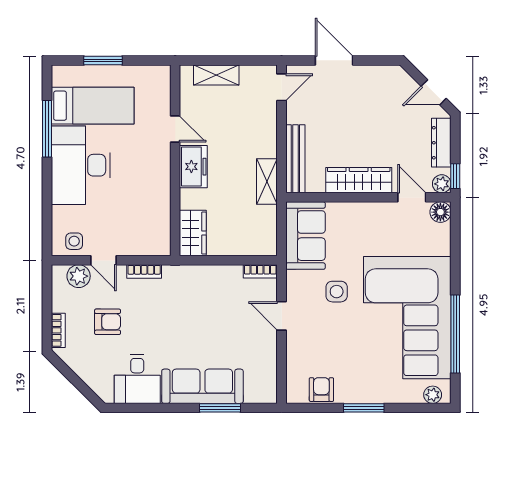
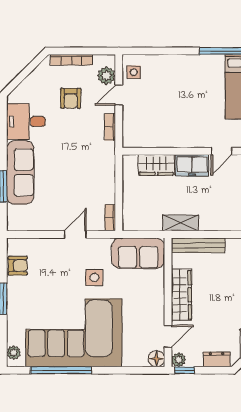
dresser: (441, 143) -> (217, 359), width x0.70
desk: (81, 165) -> (193, 77), removed
wardrobe: (193, 233) -> (156, 165), moved
bookcase: (58, 330) -> (71, 60), width x1.56

